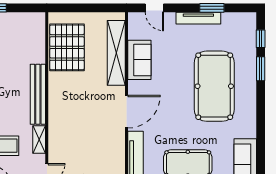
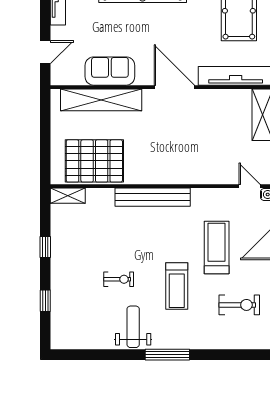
shelving: (39, 139) -> (68, 196), moved

